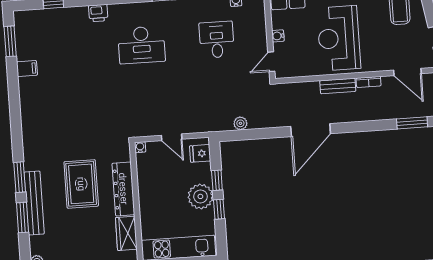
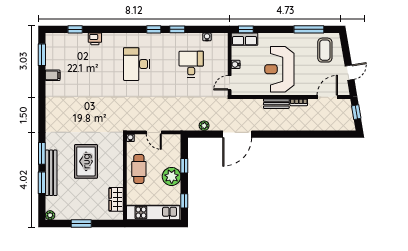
printer: (98, 13) -> (95, 39), moved
desk: (142, 45) -> (137, 64), turned 90
door: (407, 72) -> (327, 97), swing flipped
window: (412, 123) -> (328, 134), removed
door: (311, 130) -> (237, 134), moved
fridge: (200, 153) -> (173, 145), removed
dresser: (123, 189) -> (116, 167), removed
cafe table: (155, 189) -> (139, 169), added
window: (219, 209) -> (184, 201), moved

